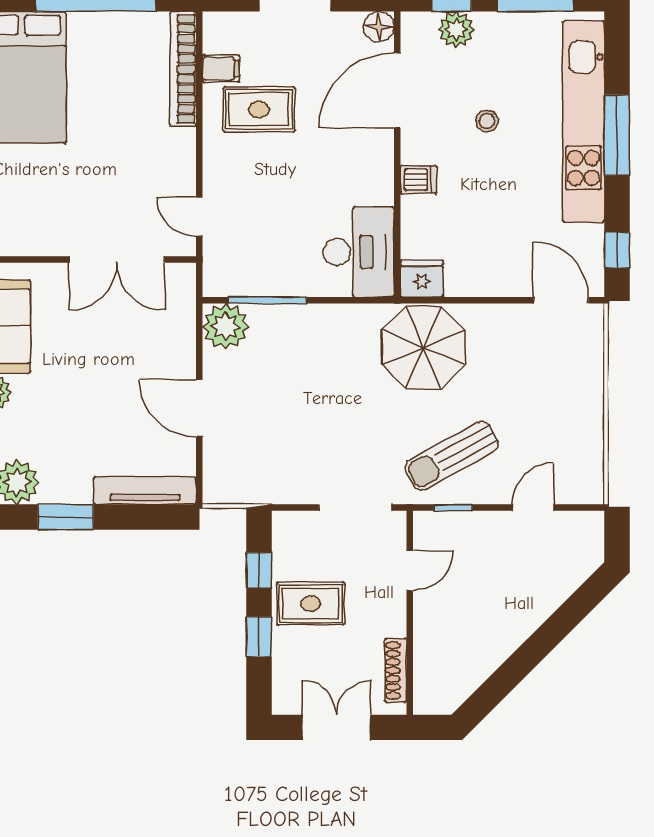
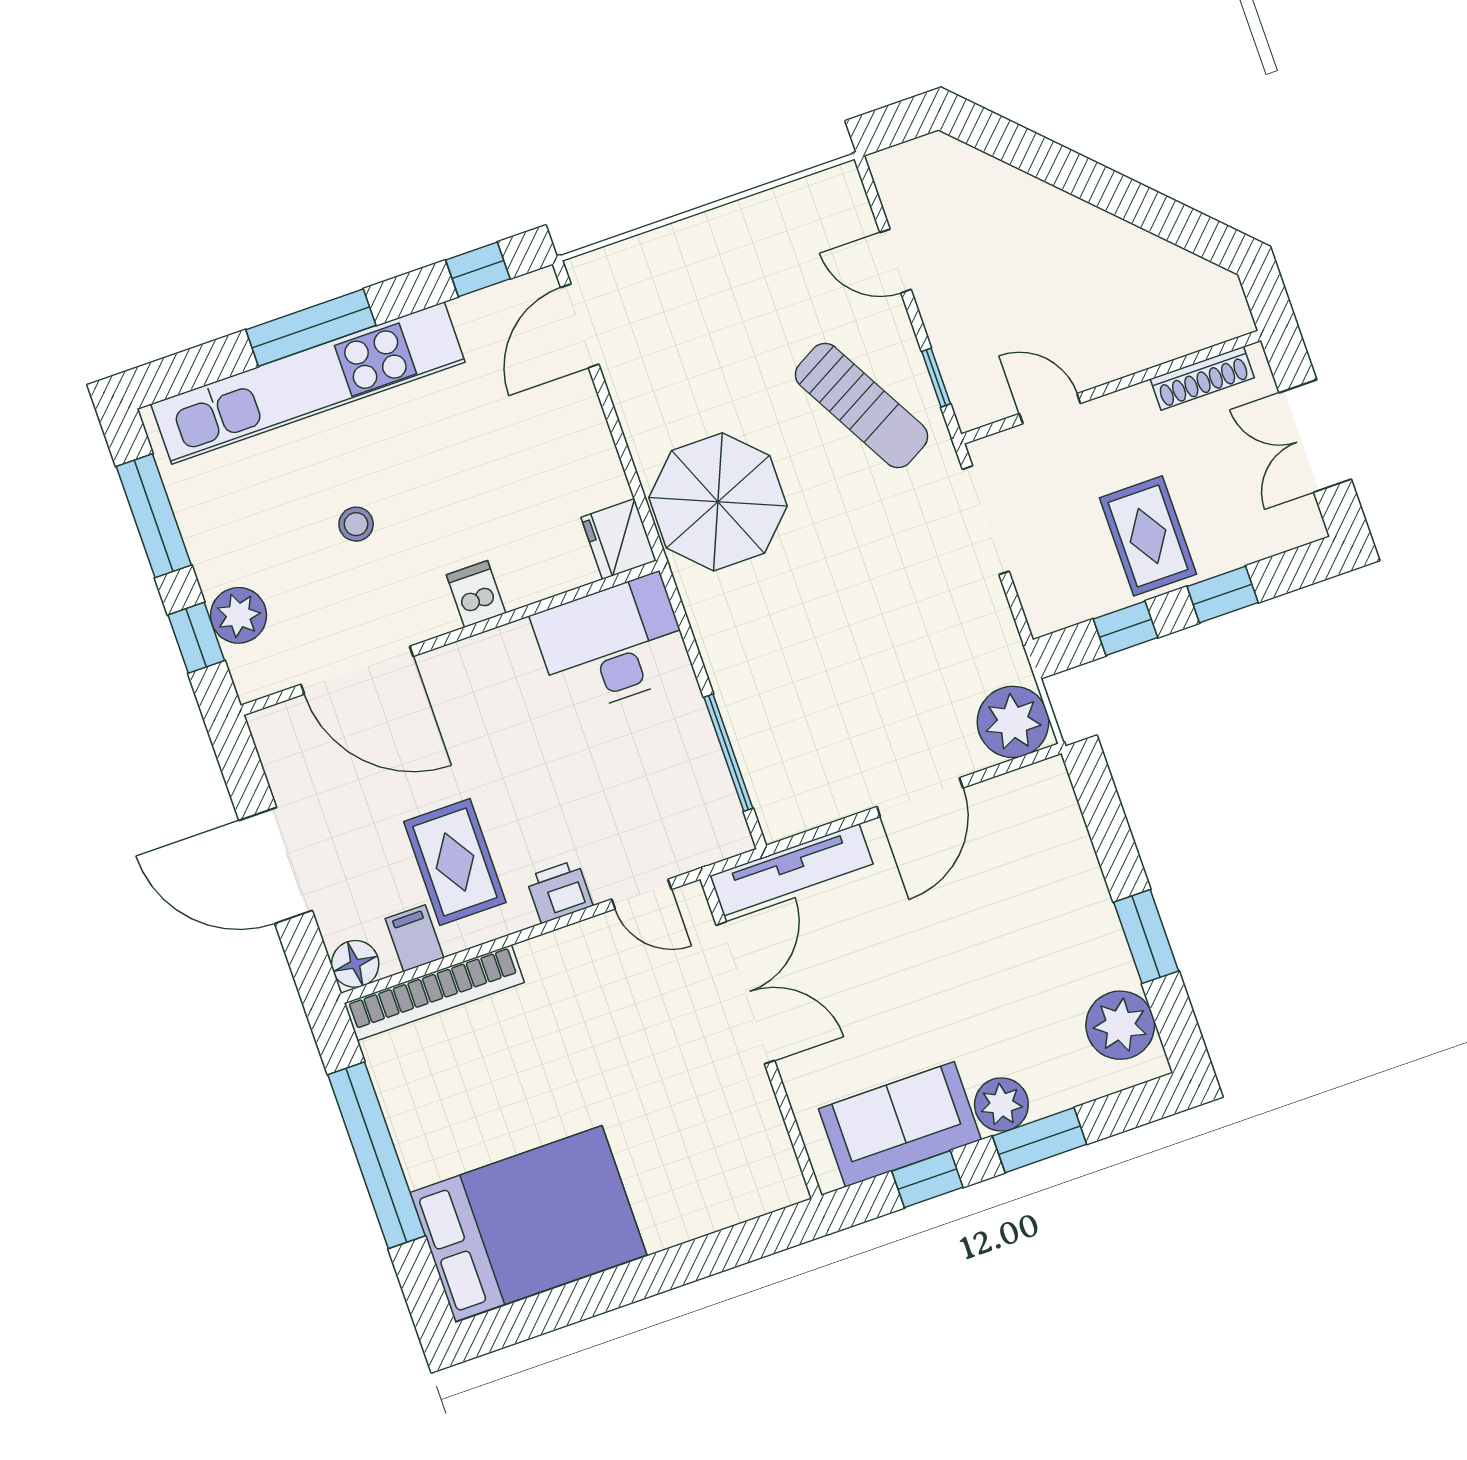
floor lamp: (379, 27) -> (355, 964), moved
printer: (219, 167) -> (559, 891), added
door: (199, 217) -> (641, 894), hinge flipped
plant: (226, 327) -> (1013, 722), moved
tv unit: (145, 491) -> (791, 870), moved, turned -90

